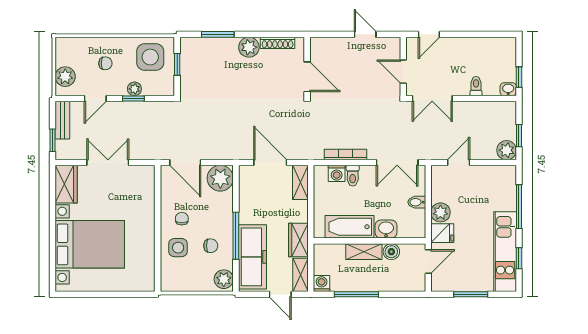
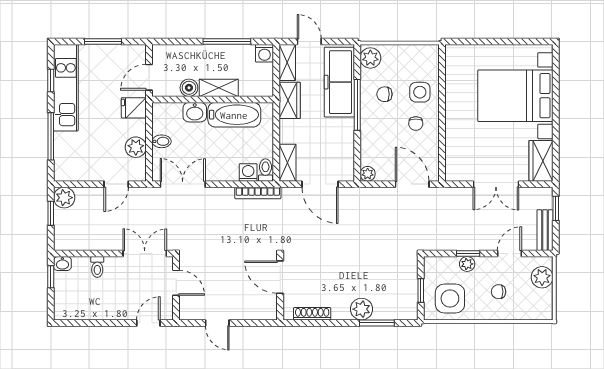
plant: (249, 47) -> (362, 309), moved
bookcase: (345, 154) -> (258, 193), moved
toilet: (353, 176) -> (265, 170), moved
plant: (220, 178) -> (368, 174), width x0.53, depth x0.53
plant: (440, 212) -> (136, 147), moved

